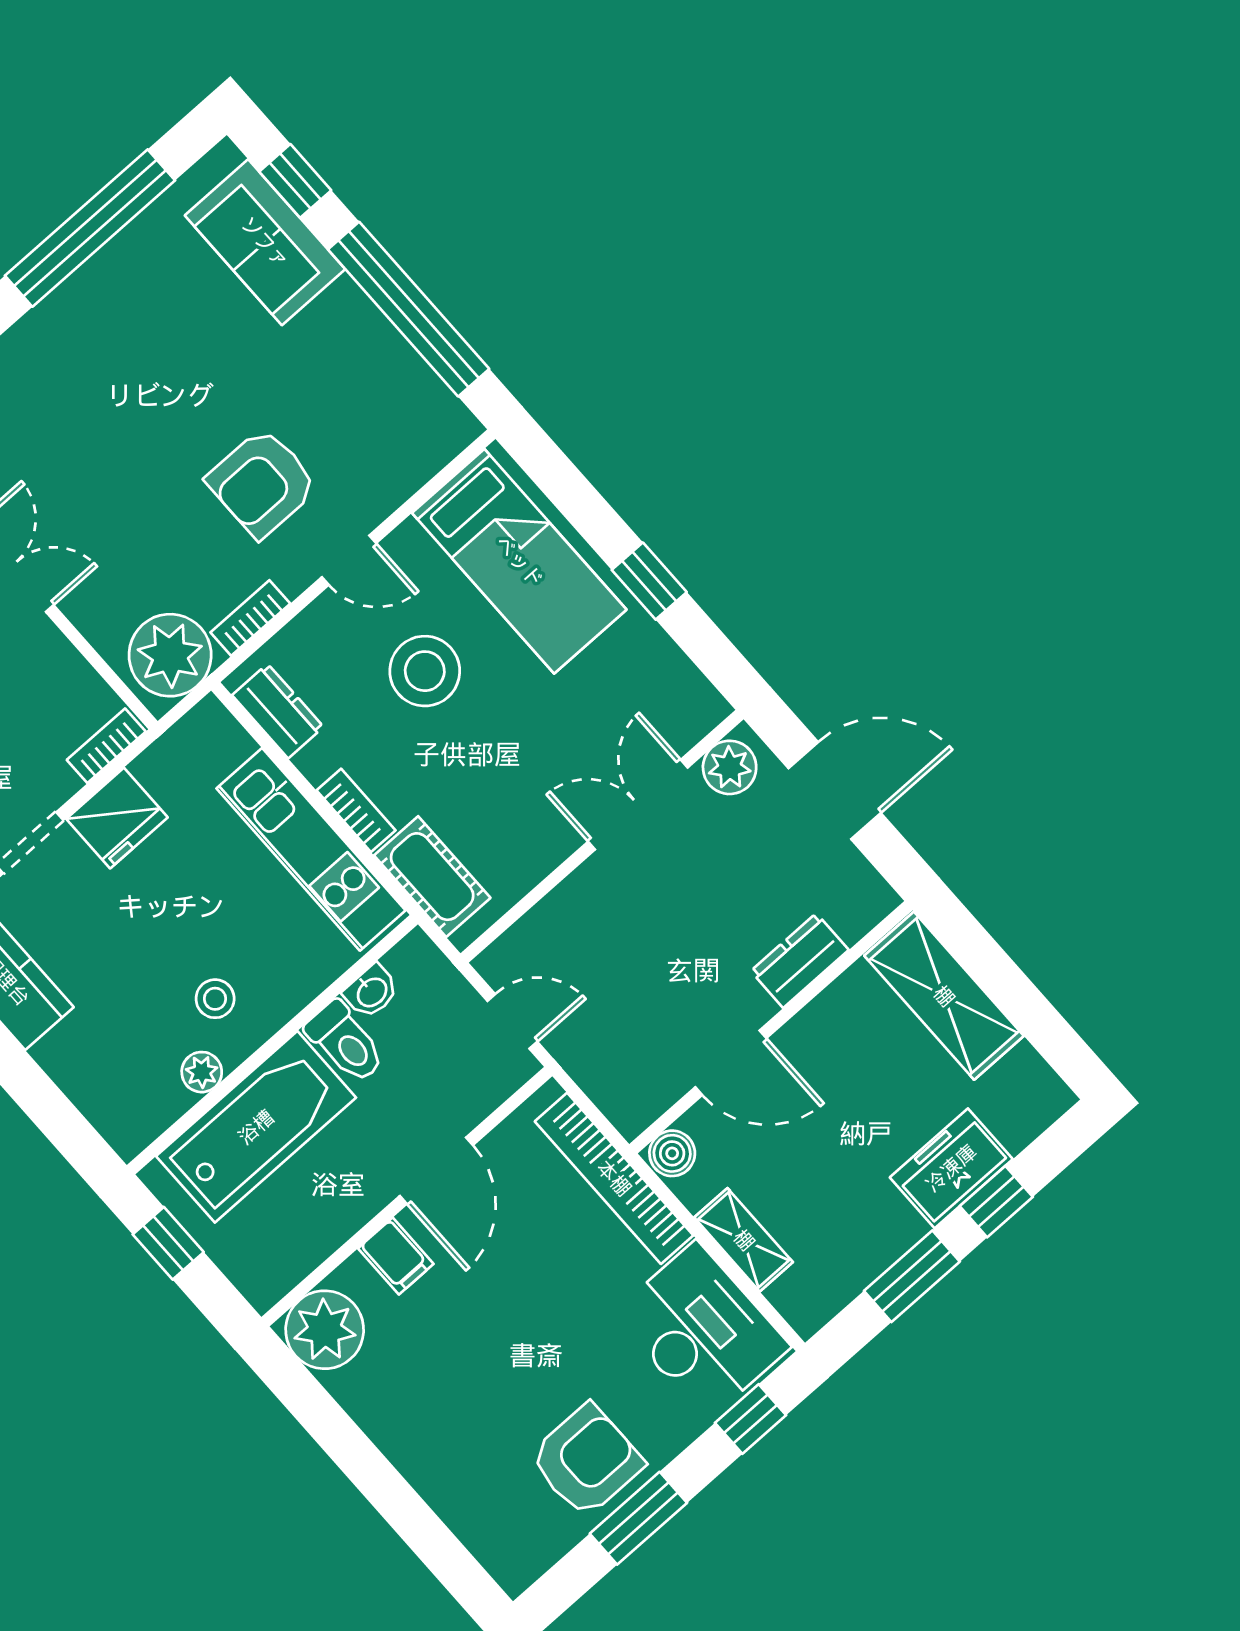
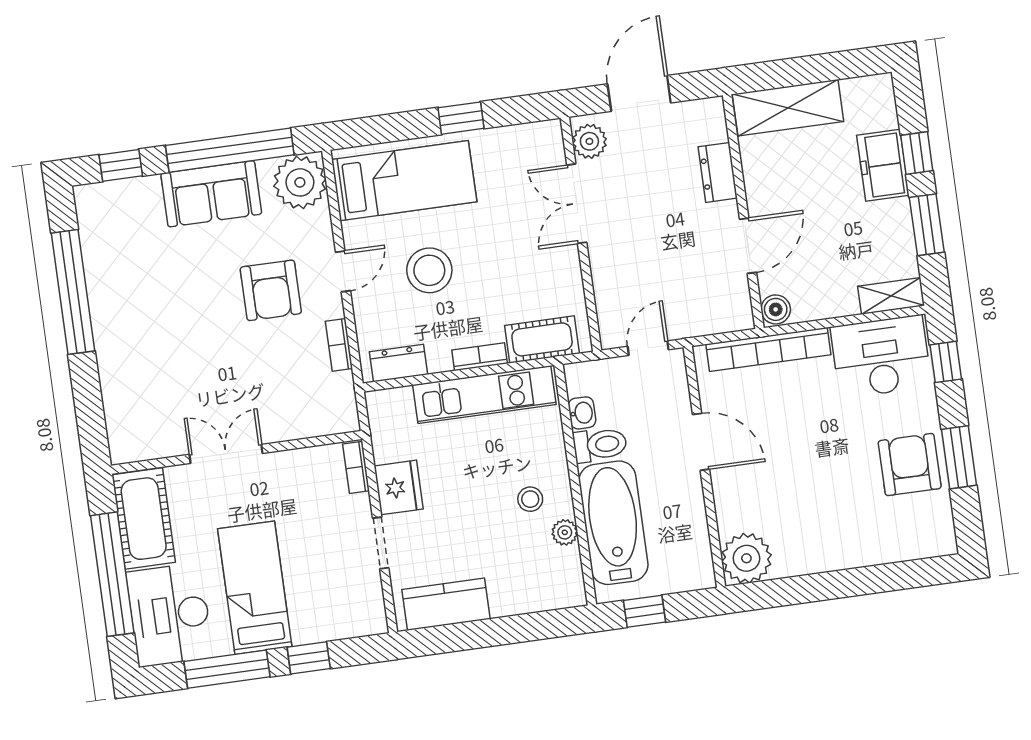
sofa: (265, 242) -> (211, 194), moved
plant: (170, 655) -> (300, 182), moved
shelving: (744, 1240) -> (891, 296), moved
filing cabinet: (396, 1256) -> (732, 494), removed

